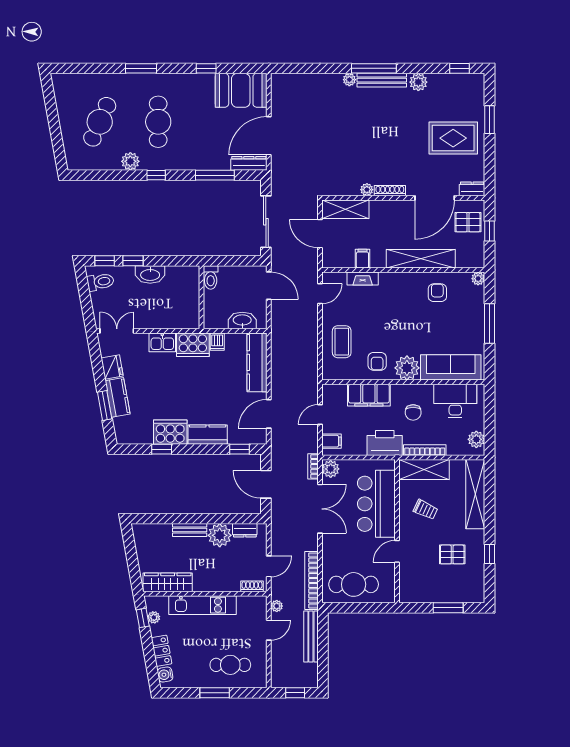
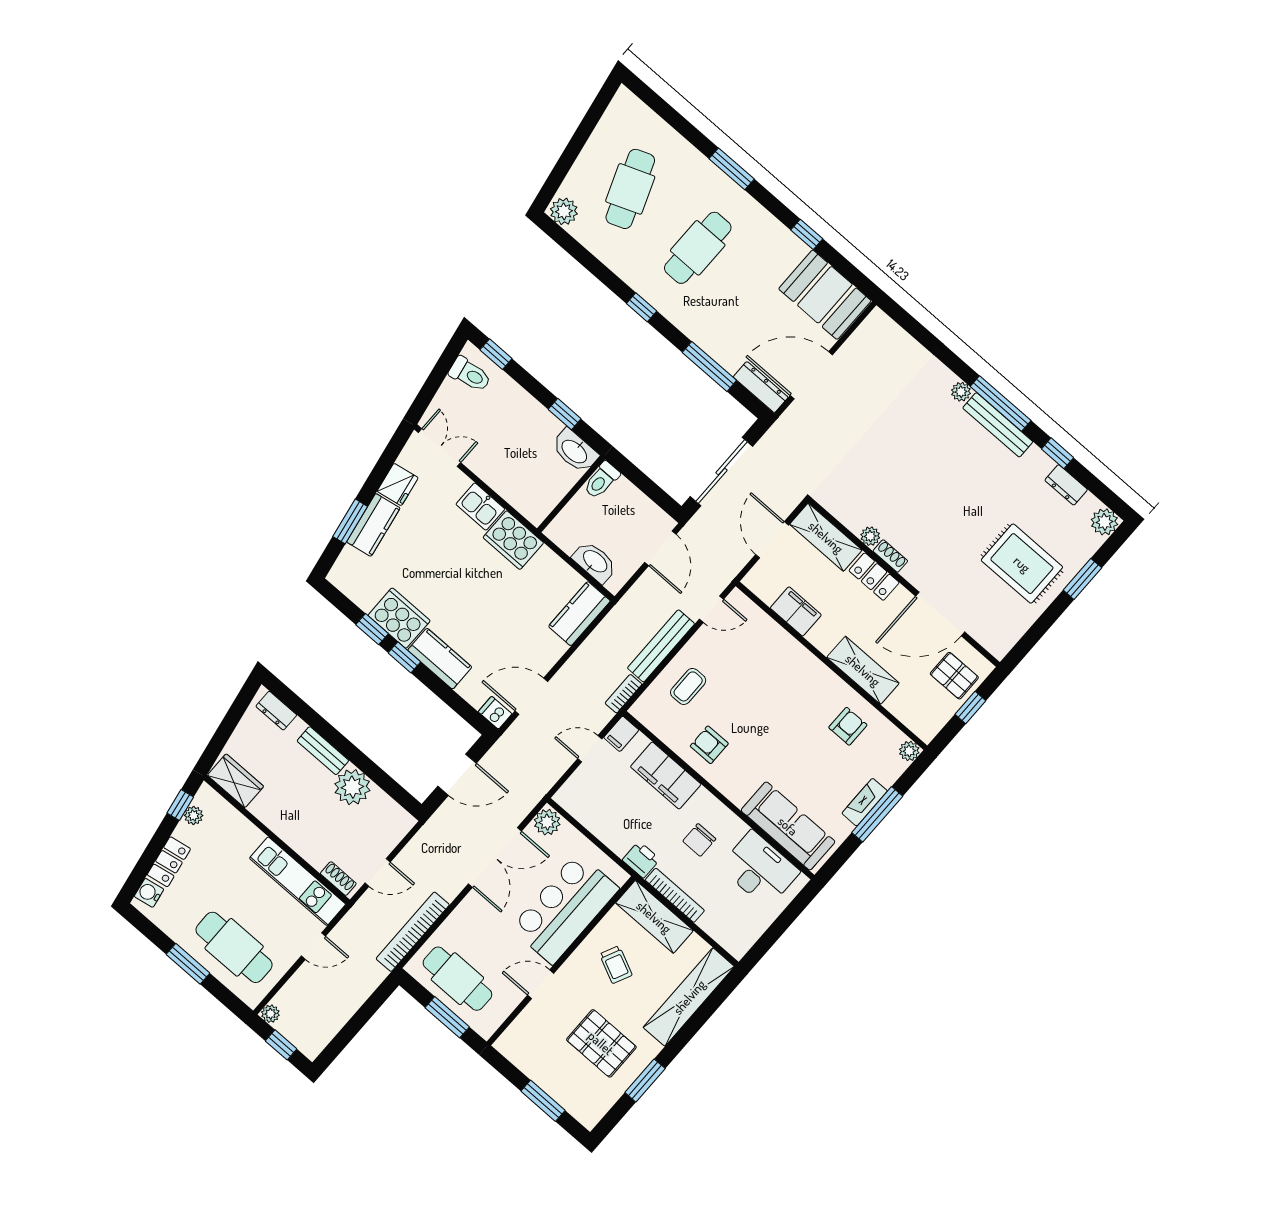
window: (460, 68) -> (1057, 453), moved
plant: (418, 82) -> (1104, 522), moved
cafe table: (100, 122) -> (630, 189), turned -45
plant: (130, 161) -> (564, 211), moved
dresser: (472, 189) -> (1066, 485), moved, turned 180
shoe rack: (390, 191) -> (890, 556), width x0.70
locker: (386, 208) -> (874, 577), added
filing cabinet: (362, 259) -> (796, 611), width x2.00
shelving: (421, 259) -> (863, 670), width x0.68
window: (133, 261) -> (565, 414), moved
washbasin: (150, 274) -> (575, 451), moved
fireplace: (363, 279) -> (865, 802), moved, turned 90
dishwasher: (217, 342) -> (495, 713), moved, turned 90
coffee table: (342, 342) -> (688, 686), width x0.73, depth x0.77
armchair: (377, 361) -> (709, 745), turned 90
kitchen counter: (257, 362) -> (579, 614), width x0.67
plant: (407, 368) -> (737, 782), removed
plant: (476, 439) -> (745, 935), removed
filing cabinet: (332, 441) -> (621, 734), moved, turned 90
printer: (385, 443) -> (641, 860), width x0.53, depth x0.68
window: (240, 449) -> (404, 657), moved
bookcase: (313, 466) -> (623, 694), moved
door: (266, 484) -> (457, 775), swing flipped
dresser: (245, 530) -> (276, 711), moved
pallet: (452, 554) -> (601, 1043), width x1.50, depth x1.42
window: (490, 554) -> (645, 1080), width x1.50
wardrobe: (168, 582) -> (236, 781), width x0.67
kitchen unit: (202, 605) -> (298, 881), moved
plant: (277, 606) -> (270, 1014), moved
window: (365, 608) -> (447, 1017), added
bench: (311, 637) -> (661, 646), moved
cafe table: (230, 665) -> (234, 947), width x1.37, depth x1.35

